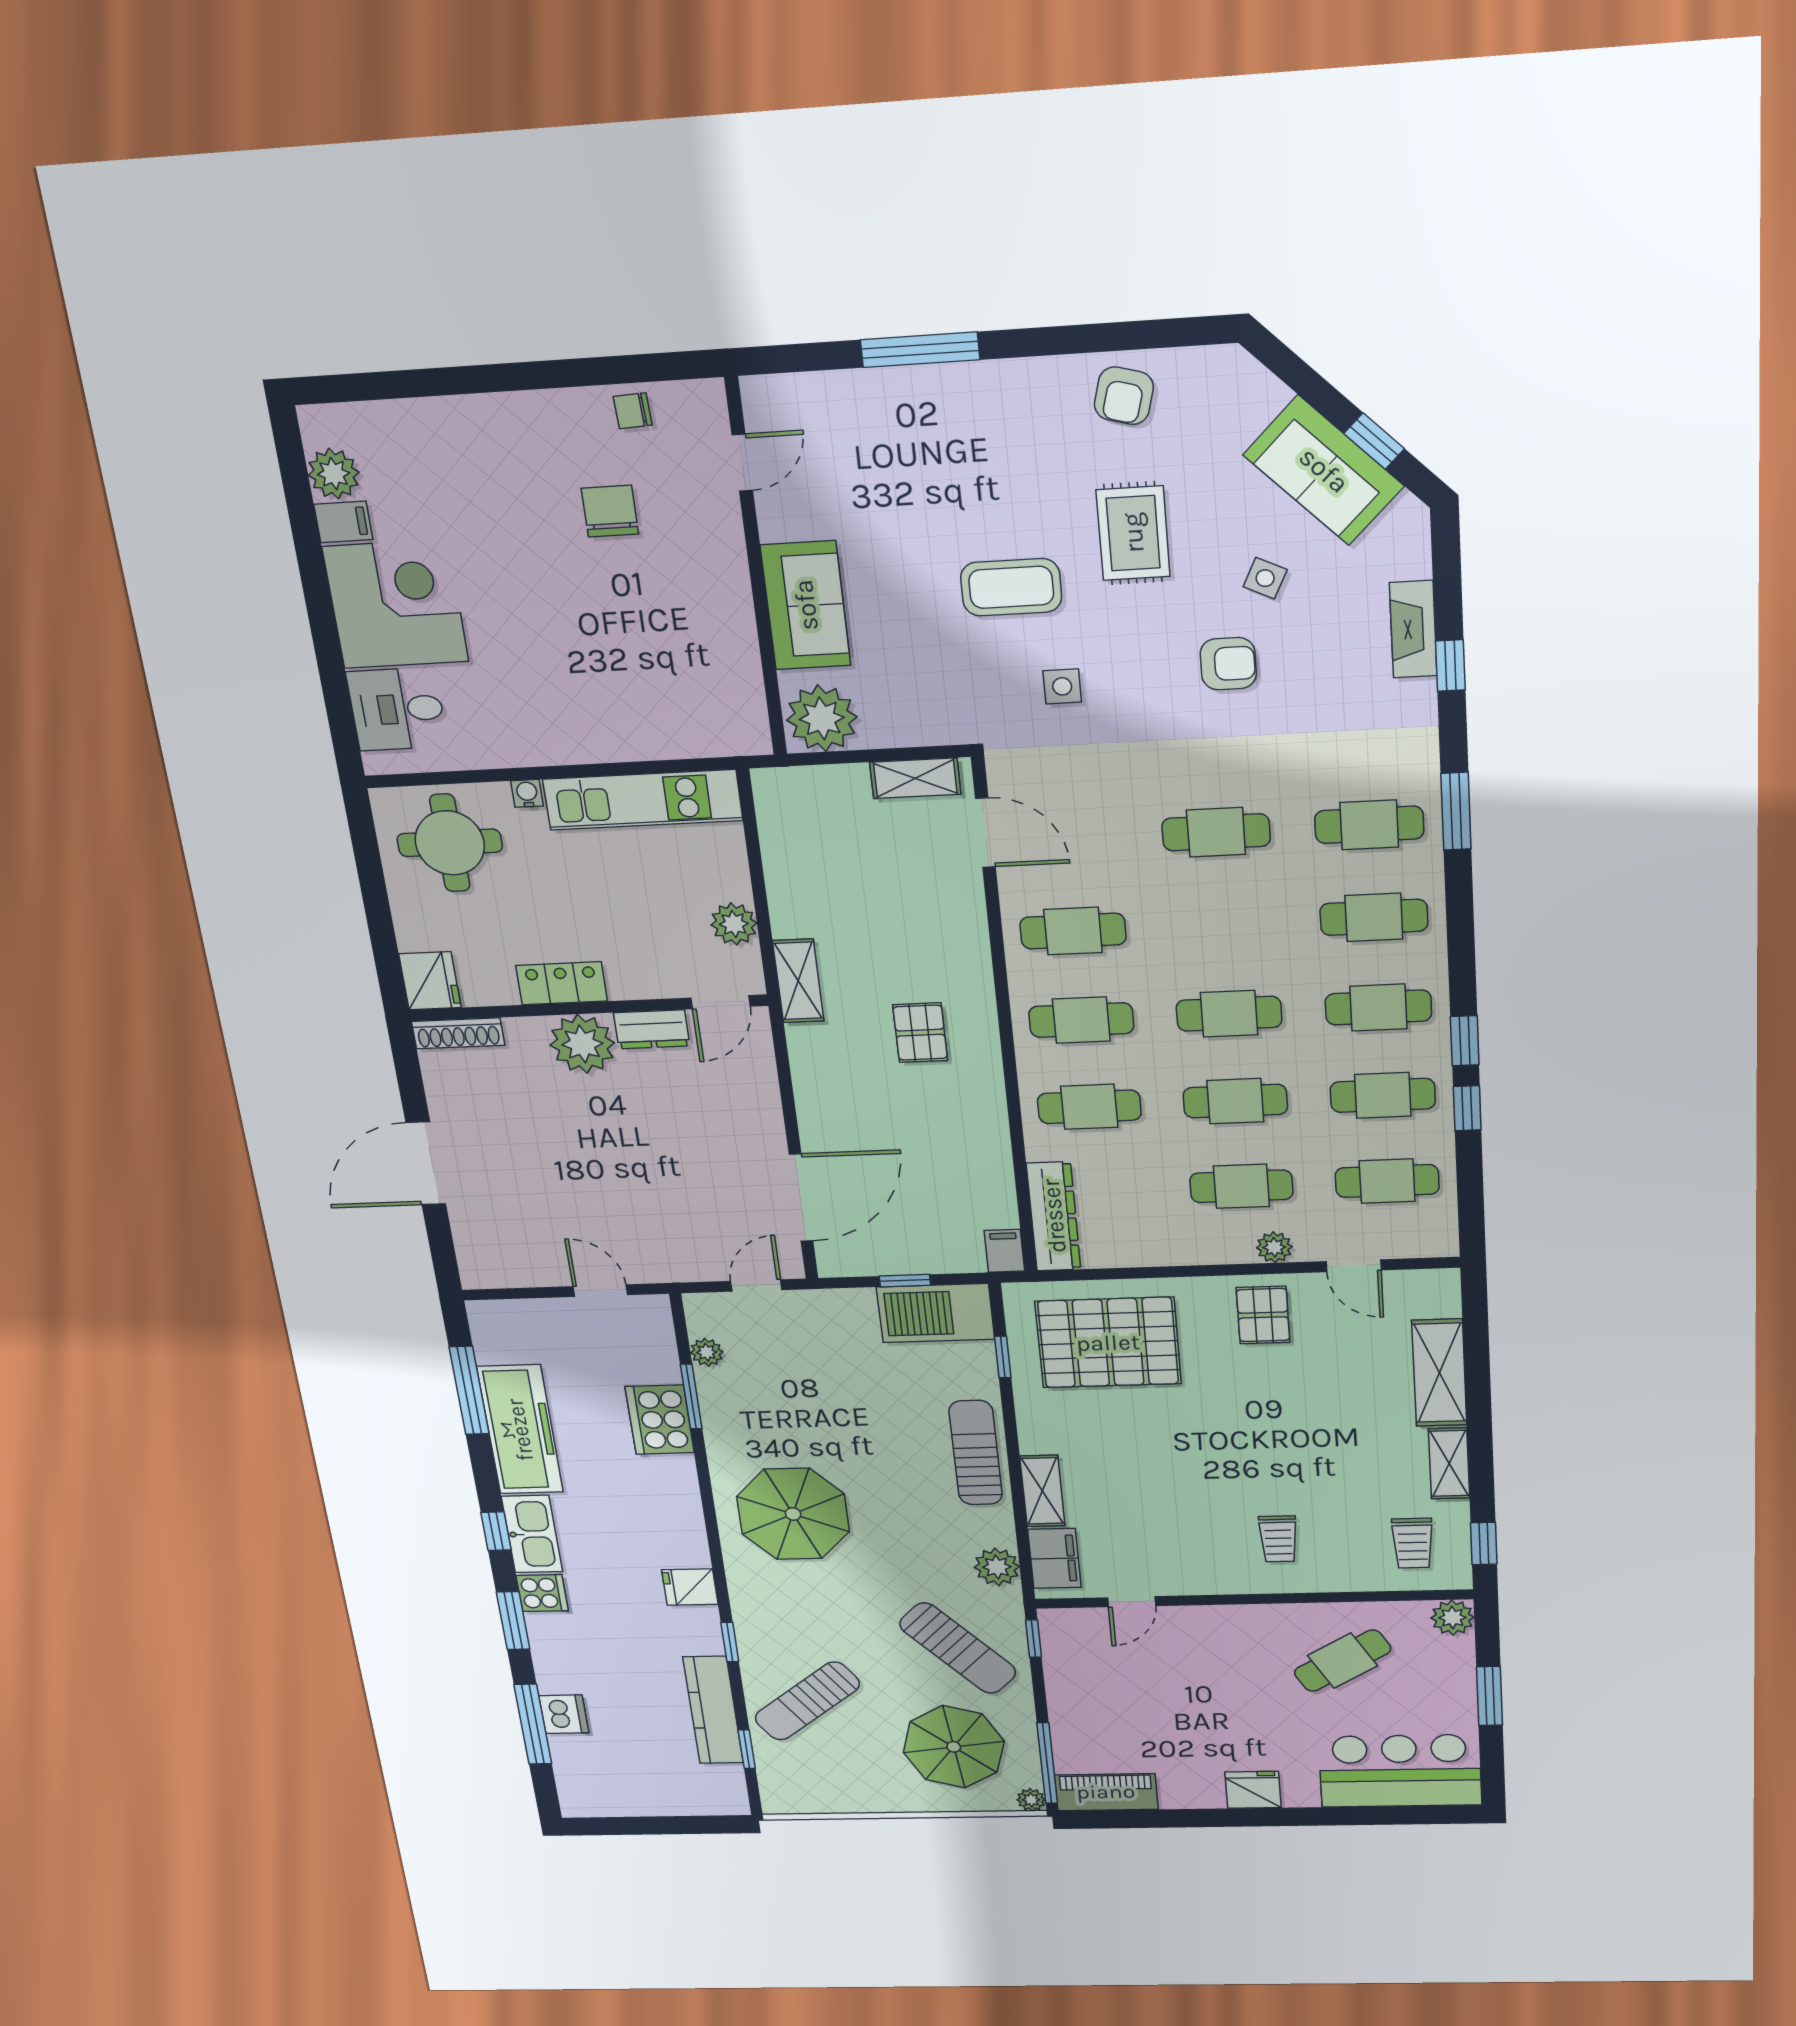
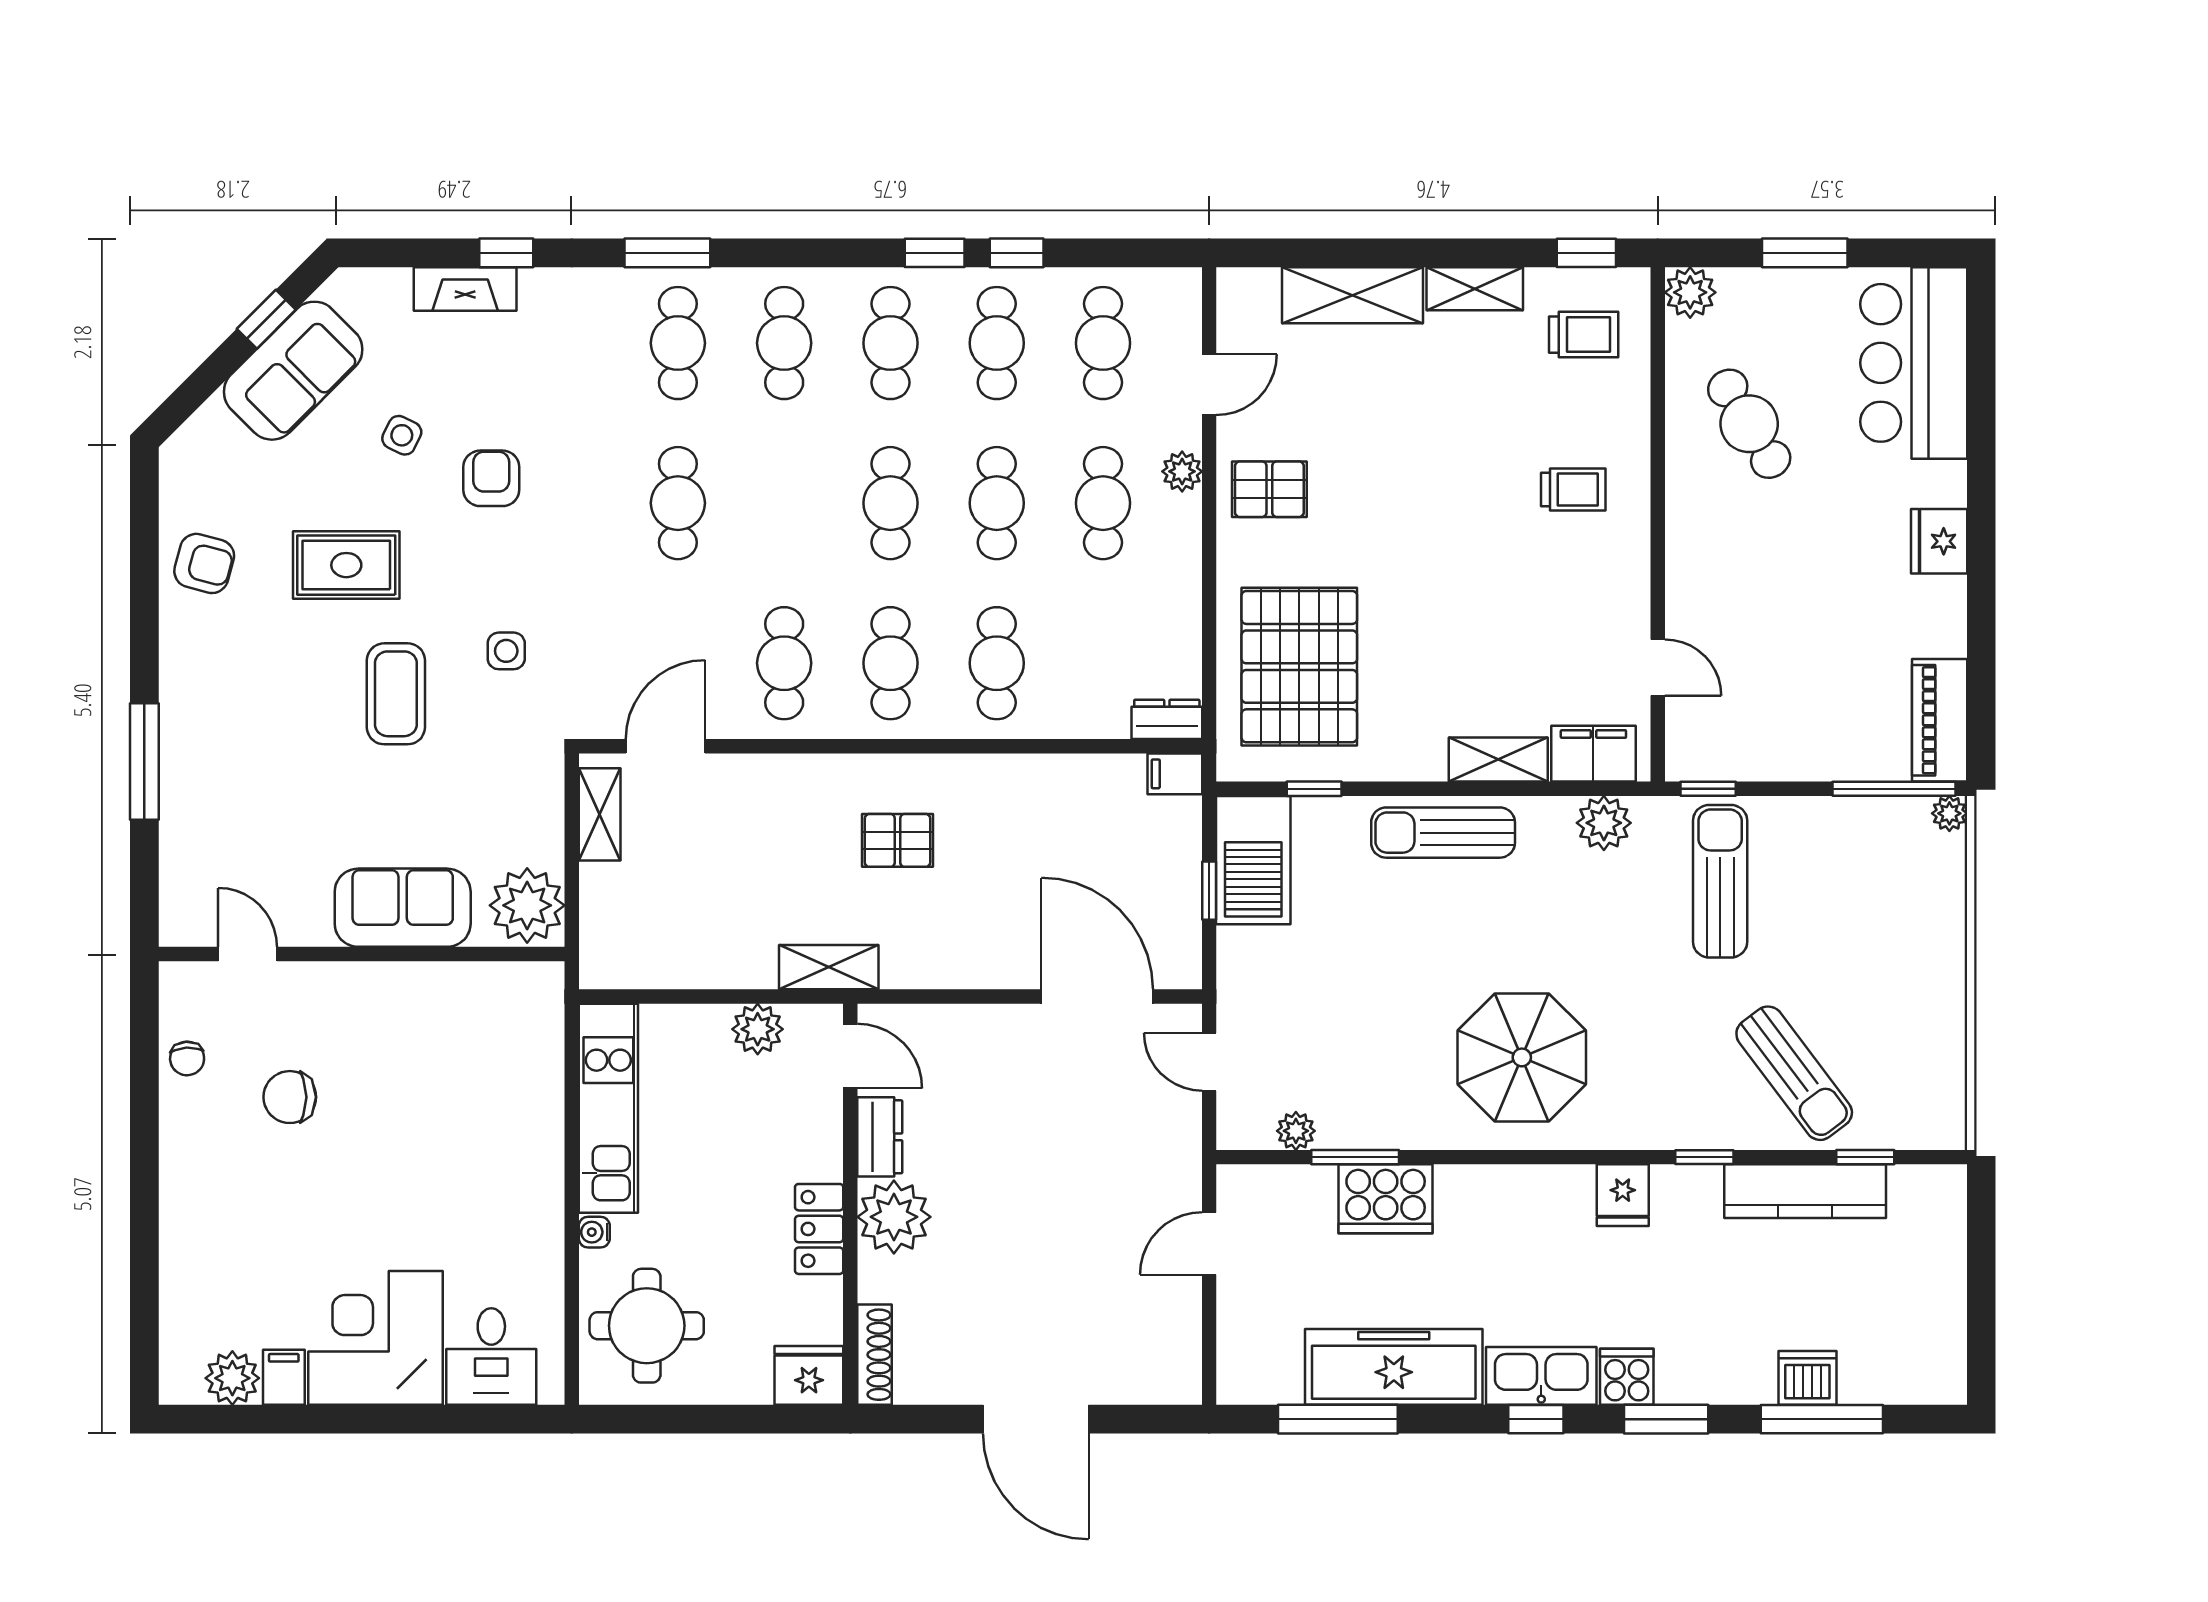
dresser: (1054, 1216) -> (1167, 719), width x0.51, depth x0.80
sun lounger: (958, 1648) -> (1720, 881), turned -46
parasol: (954, 1747) -> (1867, 901), removed

